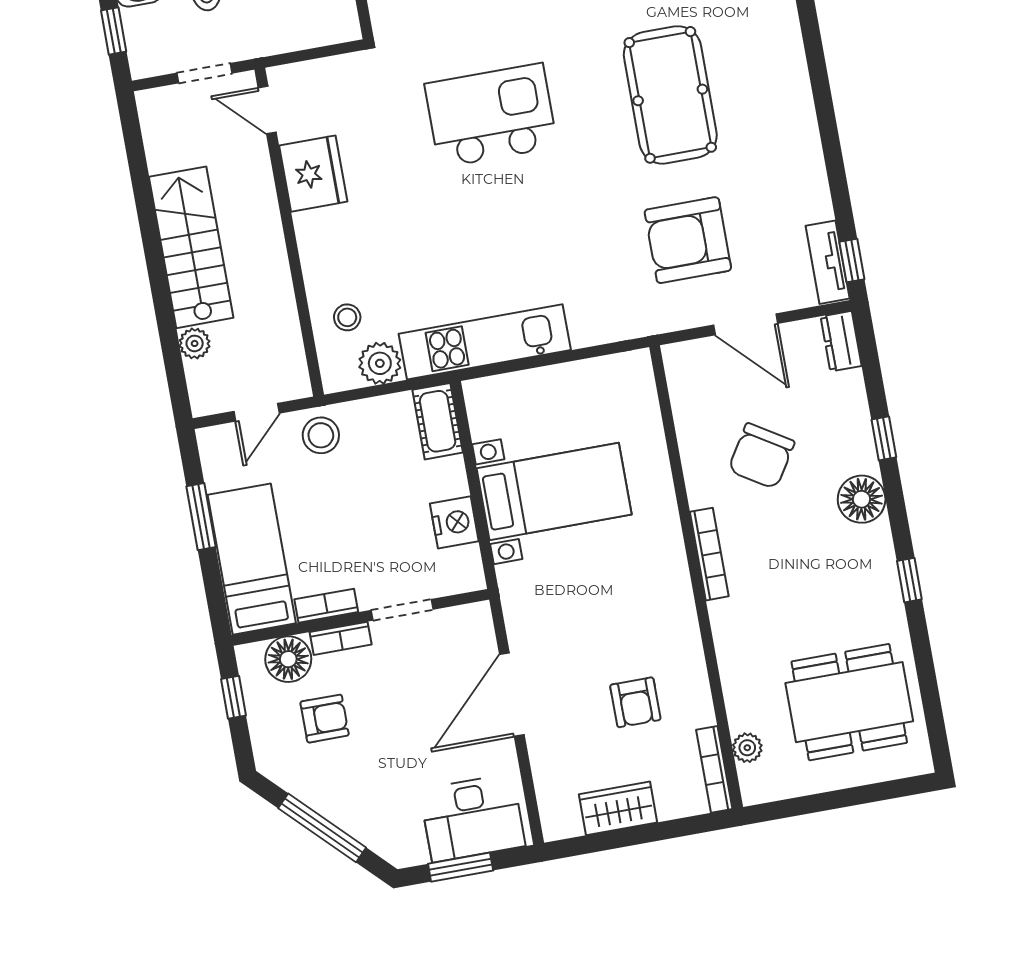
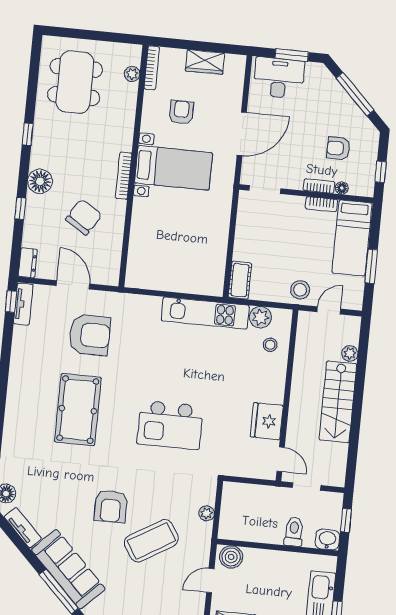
bed with nightstands: (554, 491) -> (174, 168), moved, turned 180
nightstand: (454, 522) -> (246, 228), removed
doorway: (402, 610) -> (265, 189), moved
floor lamp: (288, 659) -> (342, 188), width x0.53, depth x0.53
dining table: (849, 702) -> (75, 82), turned 90

